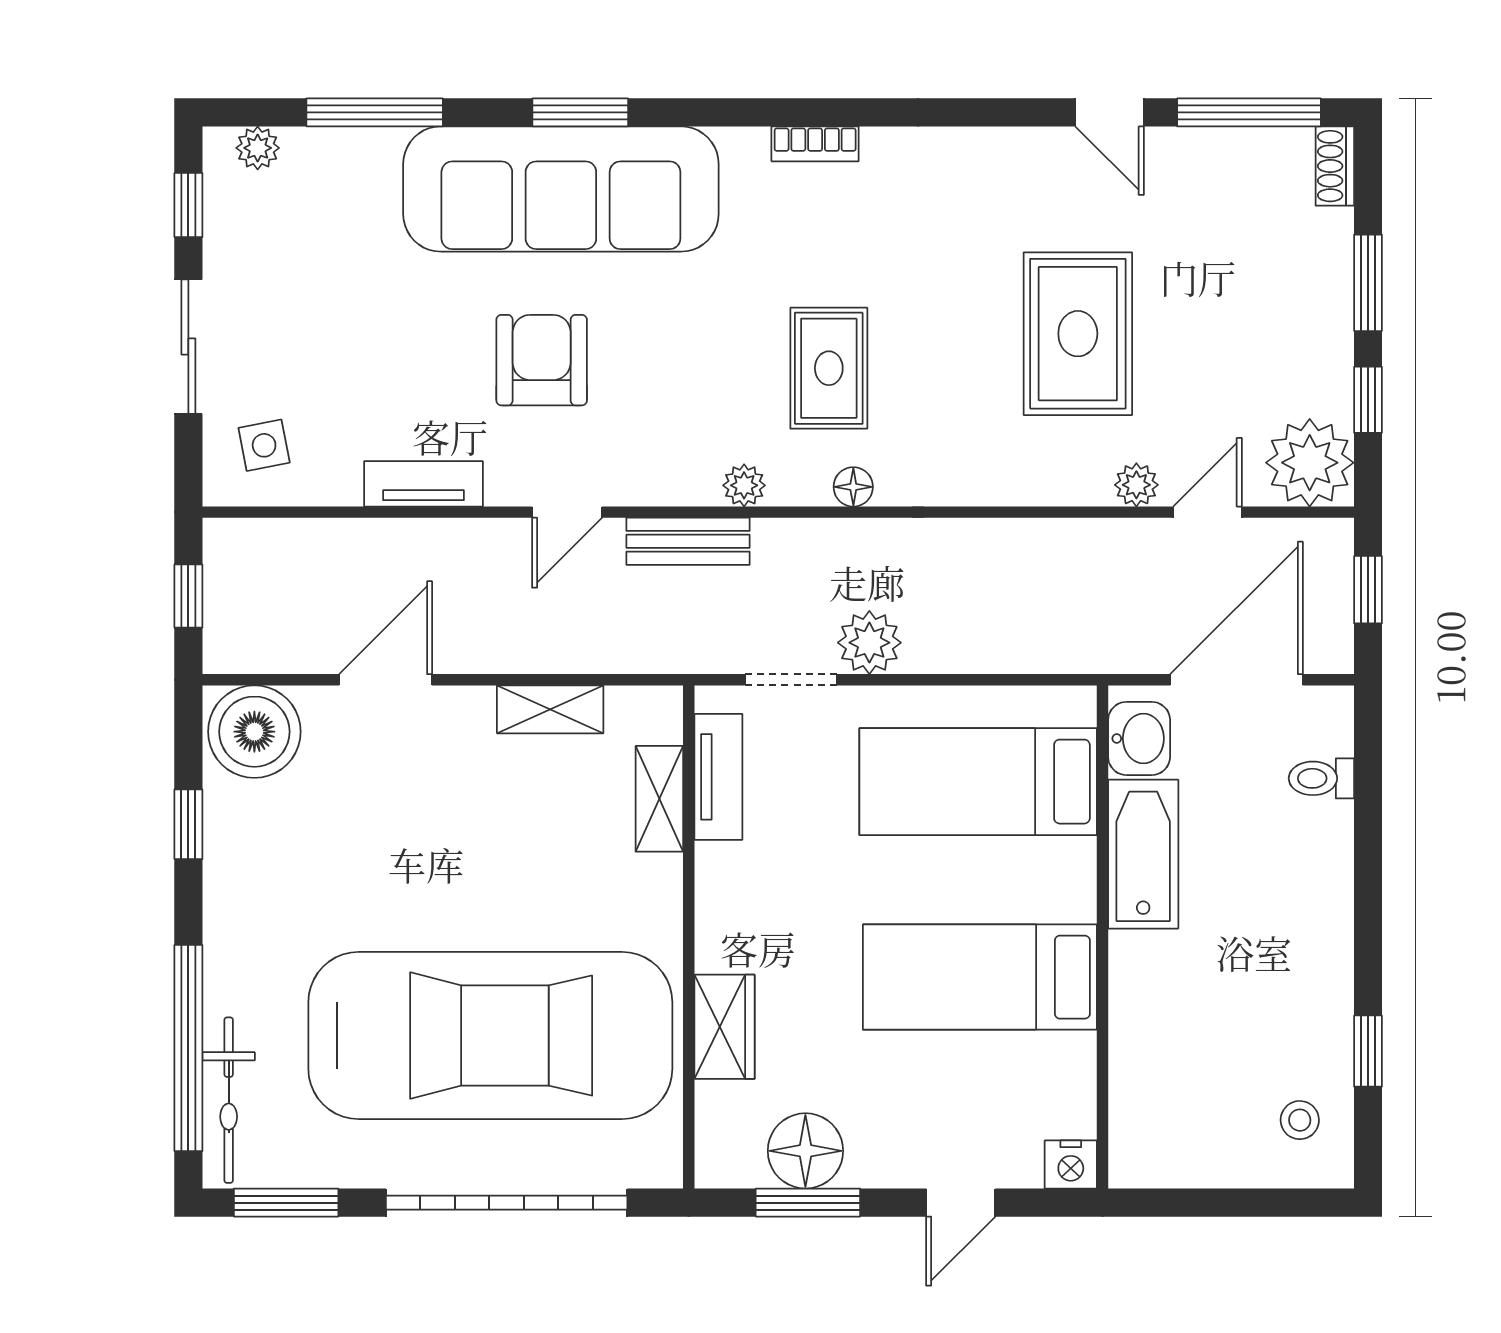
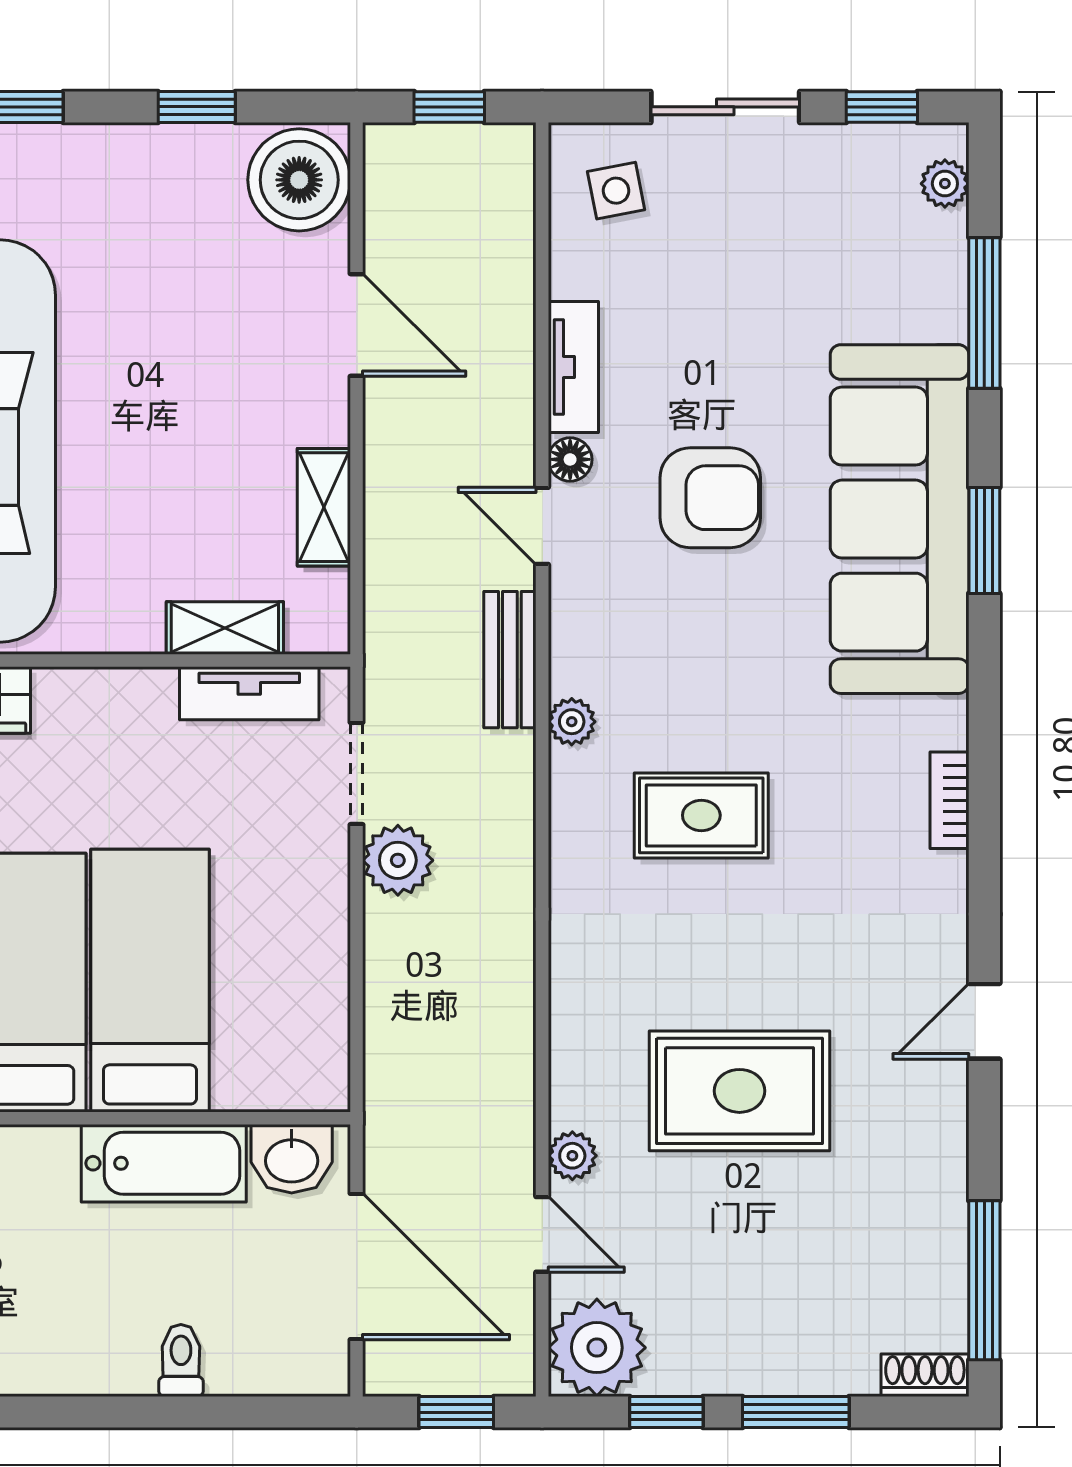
door: (1109, 112) -> (984, 1021), moved
floor lamp: (853, 487) -> (570, 459), moved
toilet: (1321, 778) -> (181, 1360), moved
bed: (978, 782) -> (150, 981), moved

